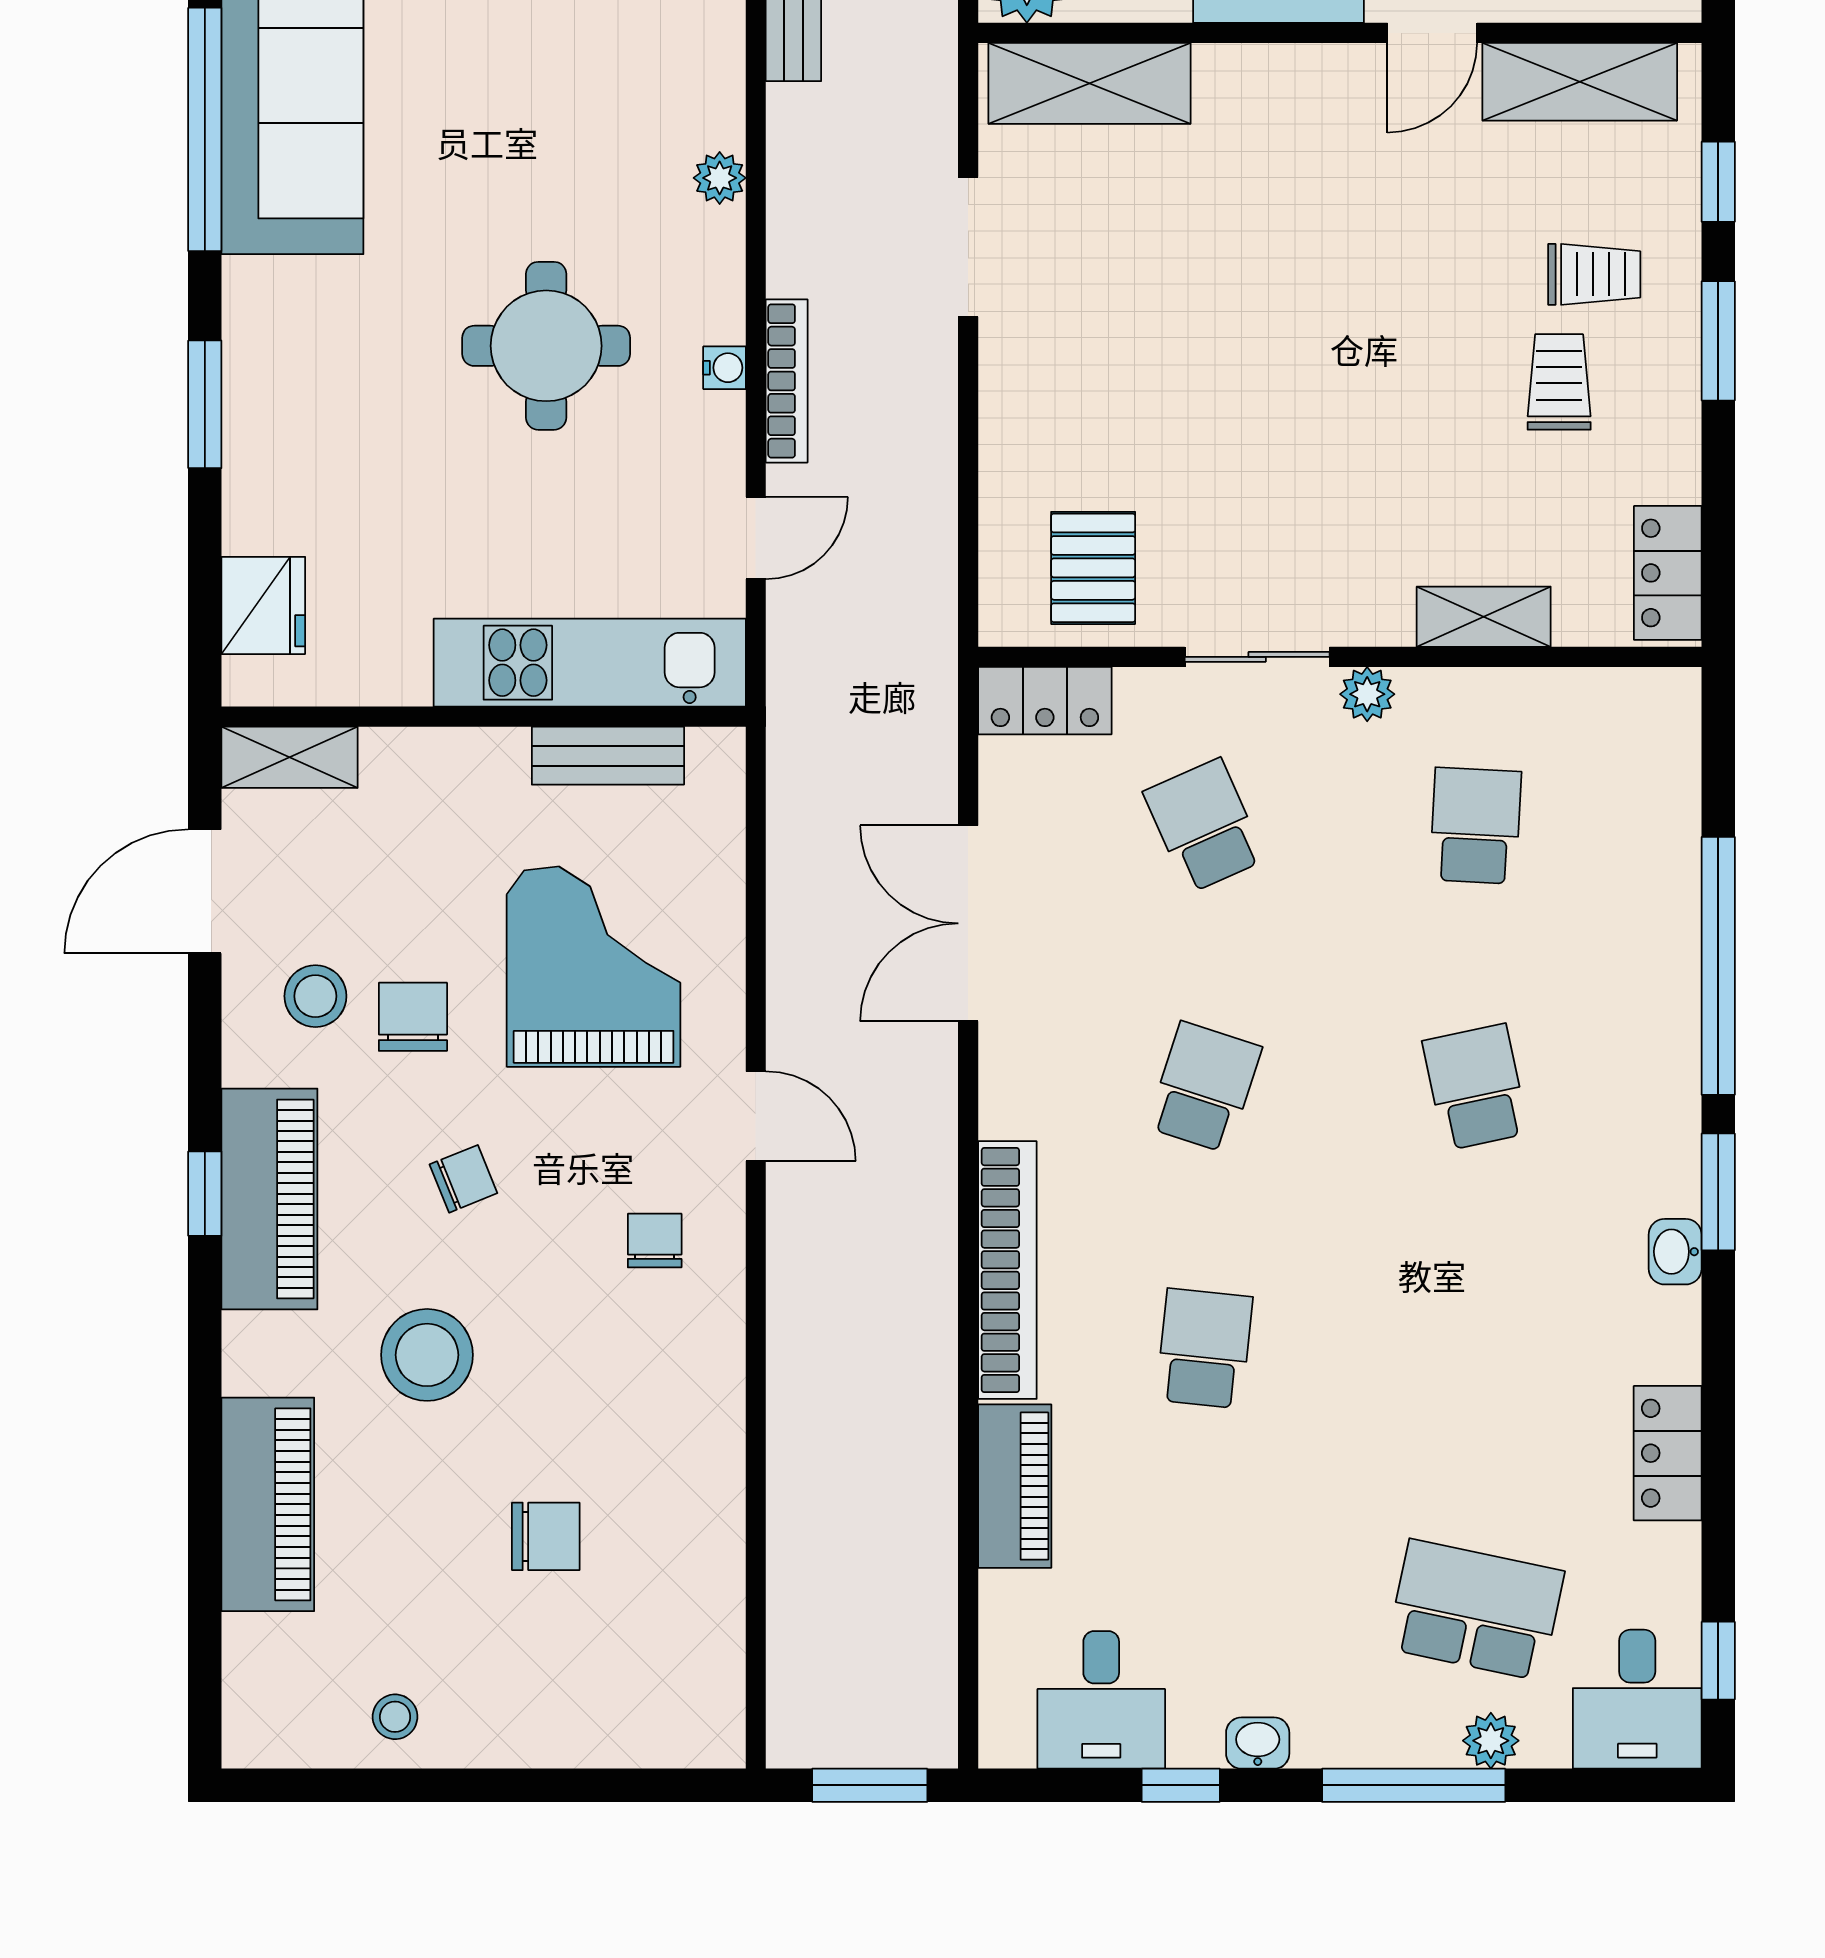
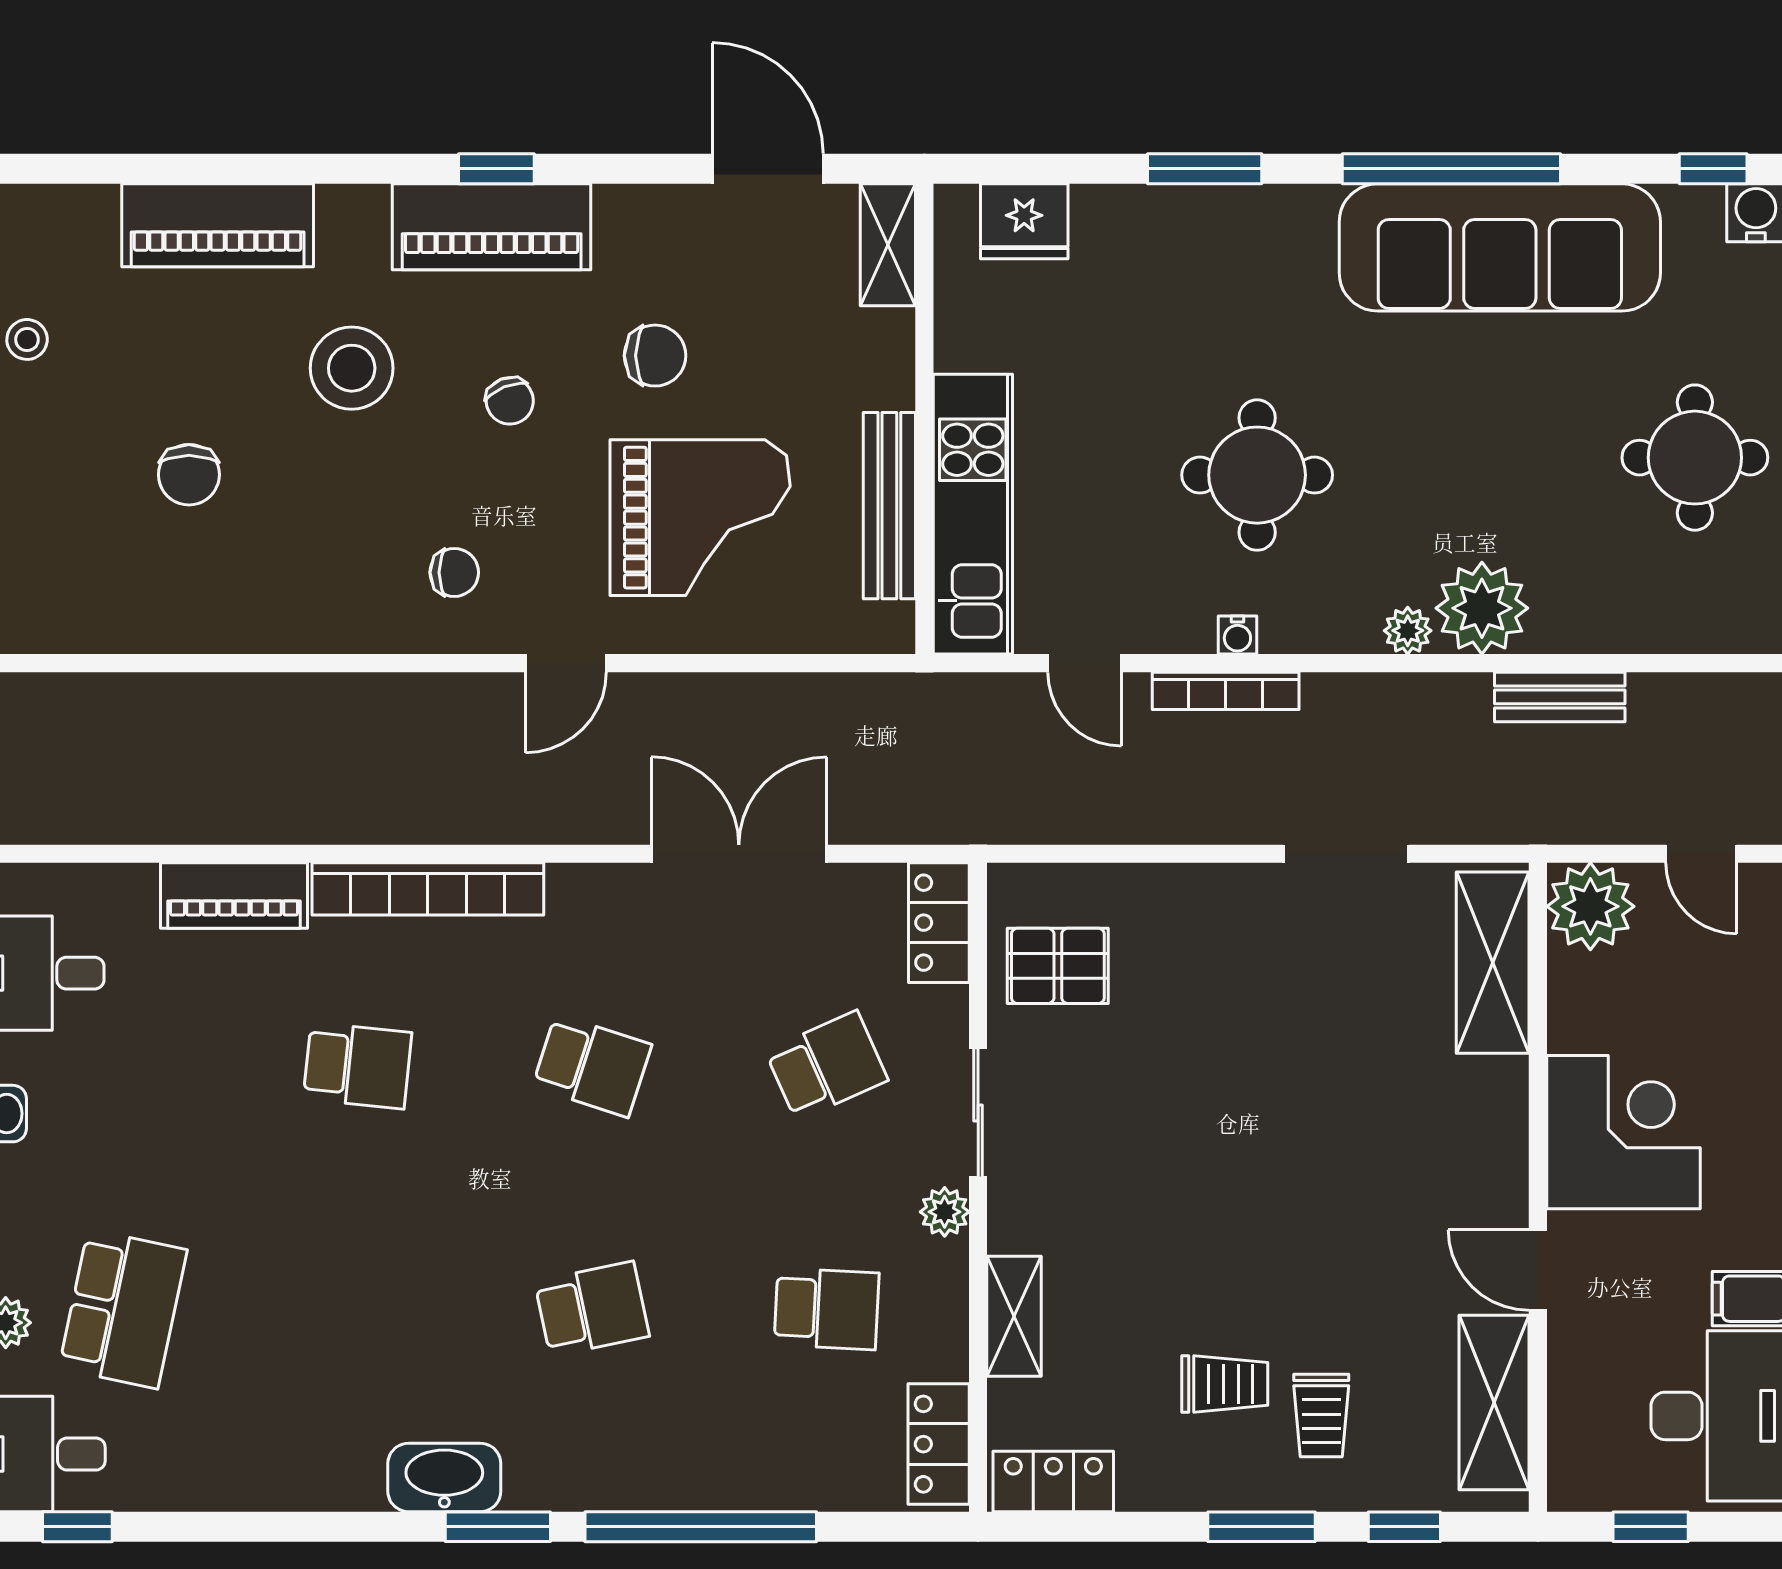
plant: (695, 95) -> (1482, 608), added
bench: (608, 756) -> (889, 506), width x1.36
stool: (315, 996) -> (674, 268), removed
washbasin: (1675, 1252) -> (444, 1477), width x1.91, depth x1.45
locker: (1668, 1453) -> (939, 1444), moved, turned -90

